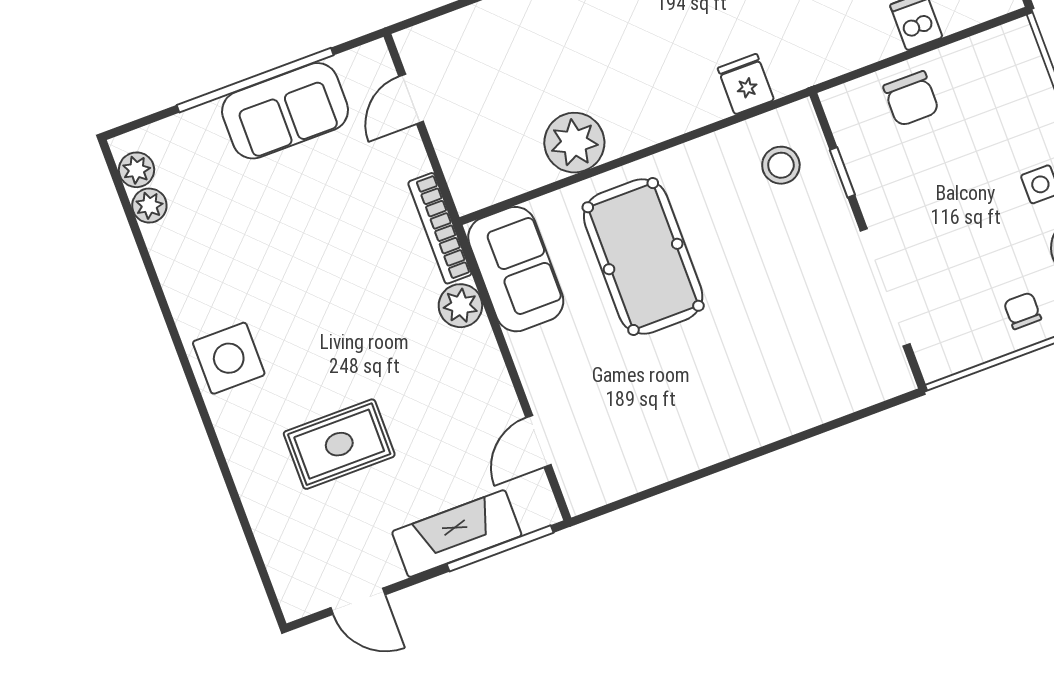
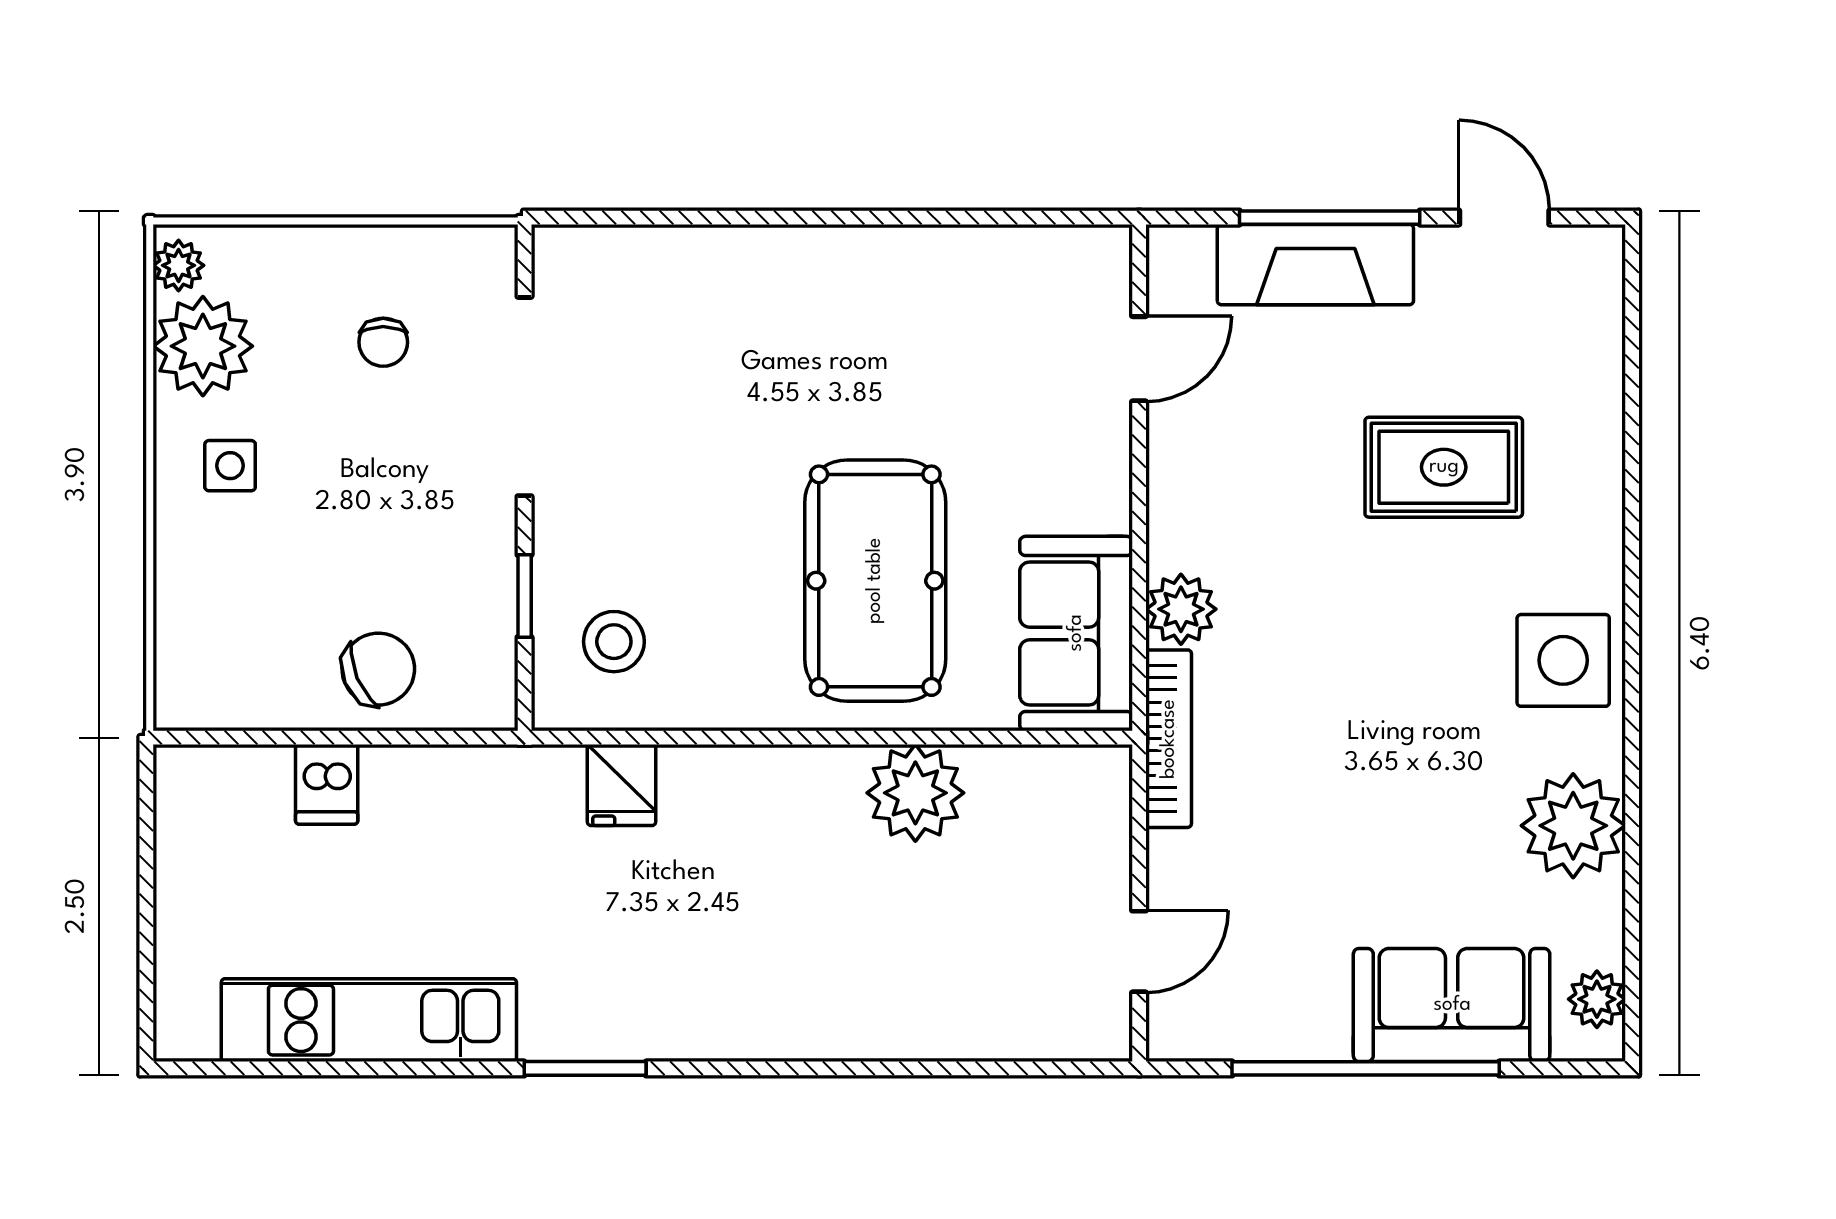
chair: (911, 99) -> (378, 669), turned 67
sofa: (285, 111) -> (1452, 1005), moved
plant: (149, 206) -> (1573, 826), moved, width x1.88, depth x1.88
chair: (1022, 311) -> (383, 342), moved
window: (500, 548) -> (1330, 218), moved

